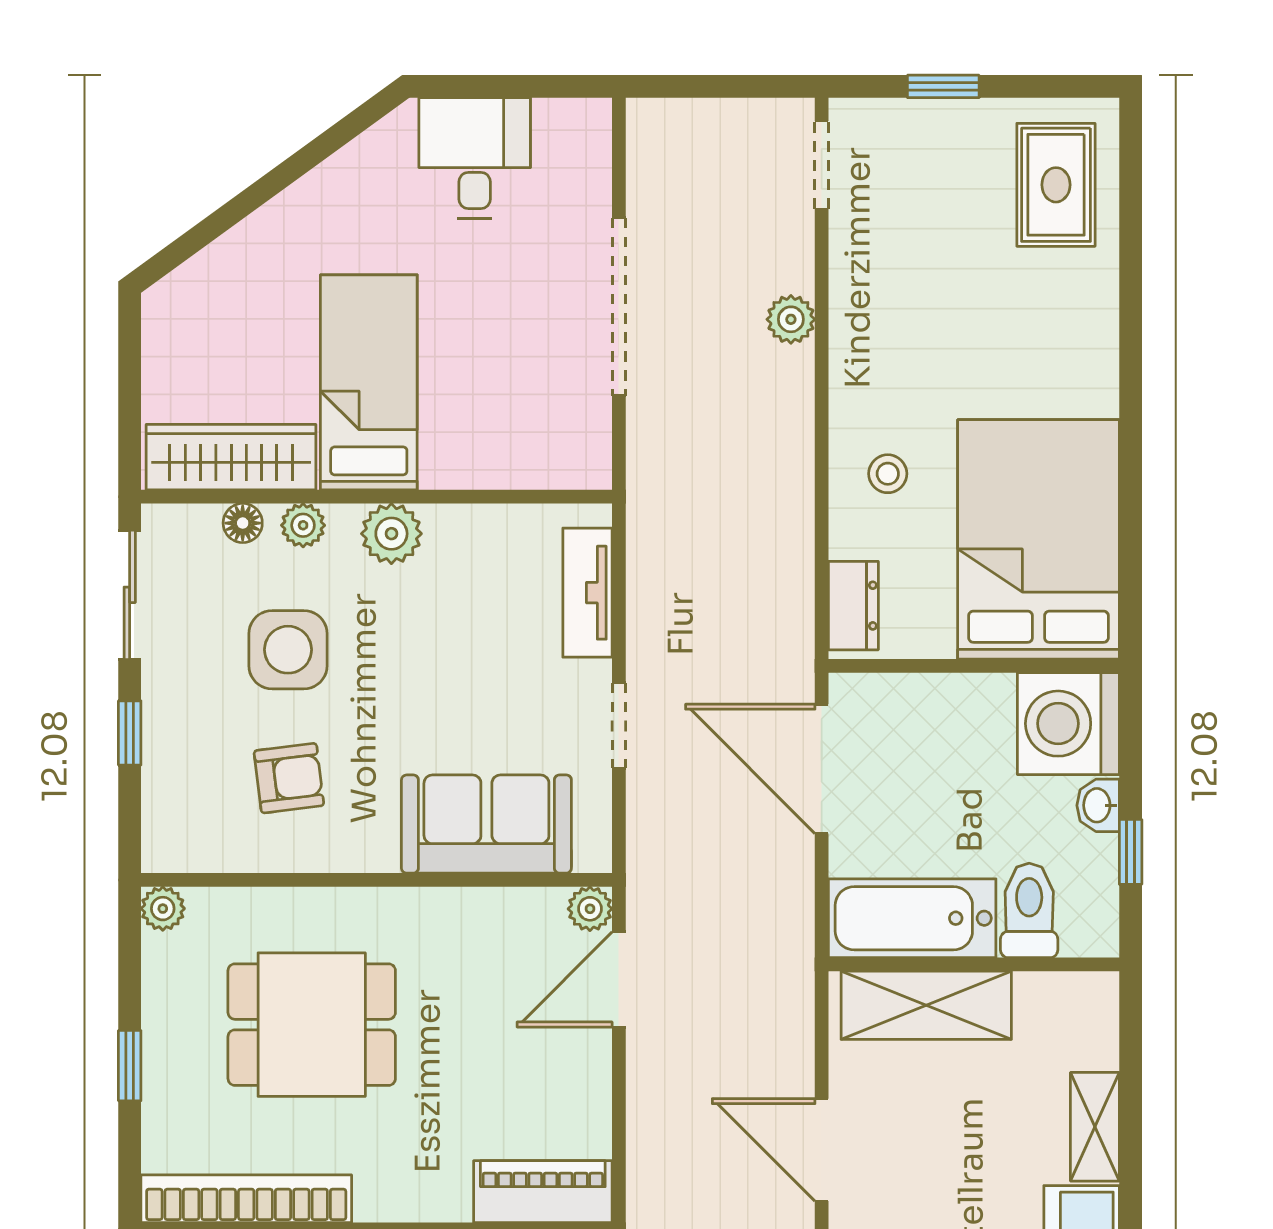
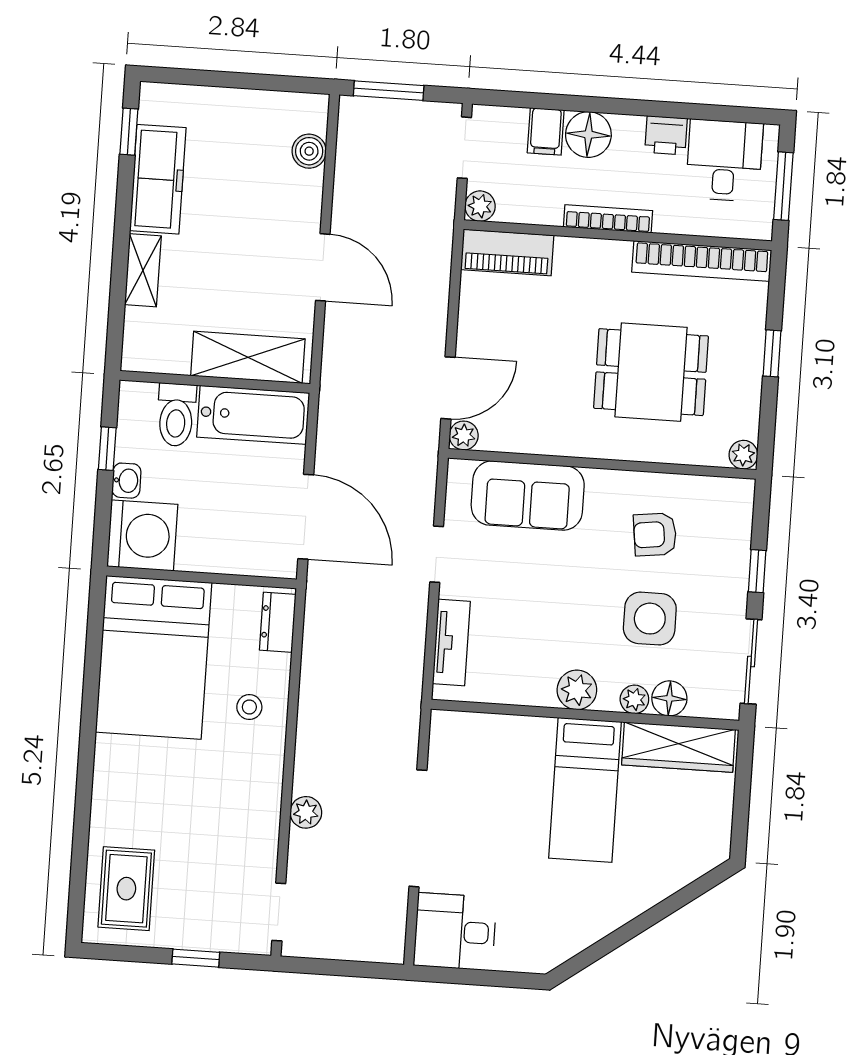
desk: (475, 158) -> (455, 932), moved, turned 90
floor lamp: (243, 523) -> (669, 698), width x1.37, depth x1.37

